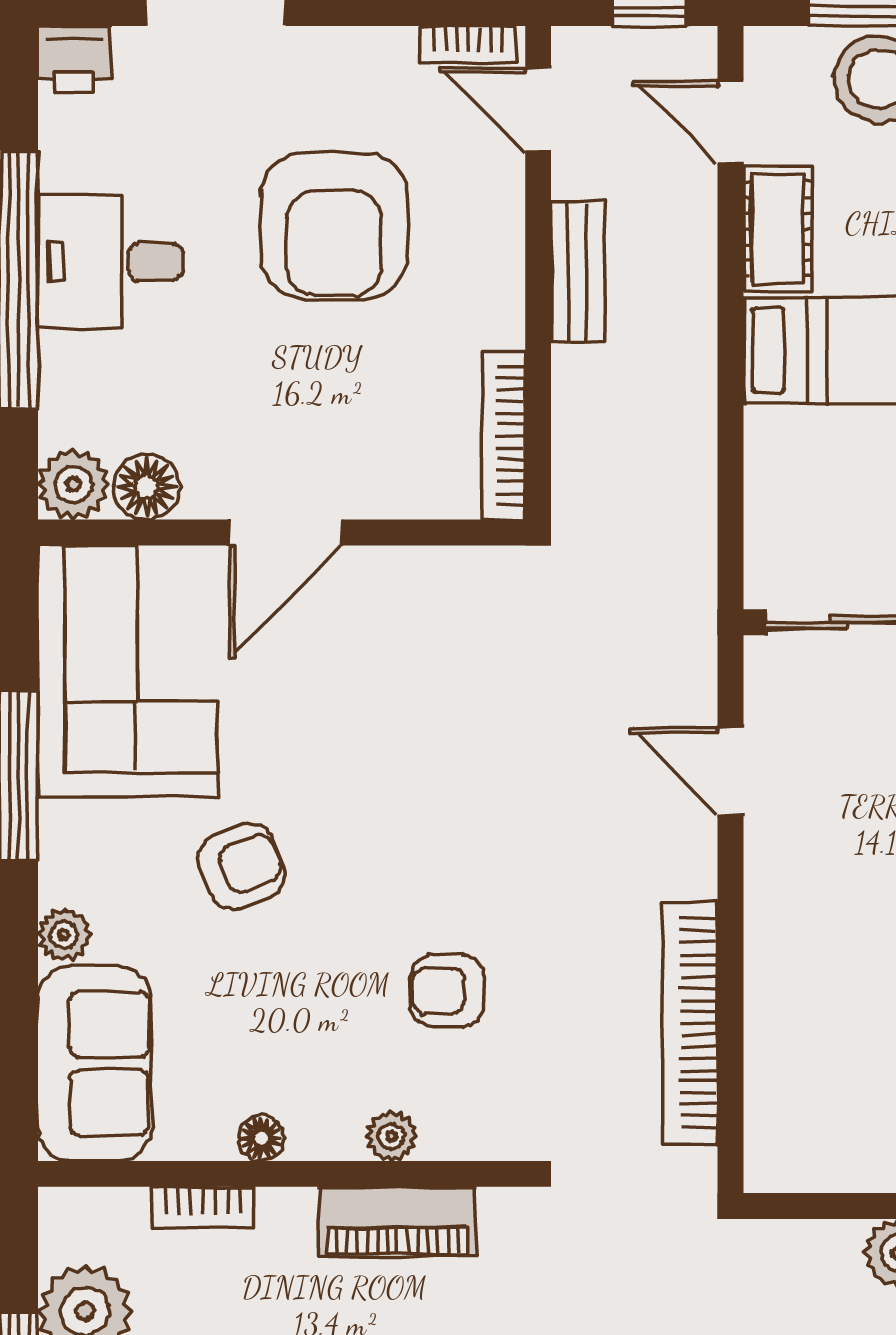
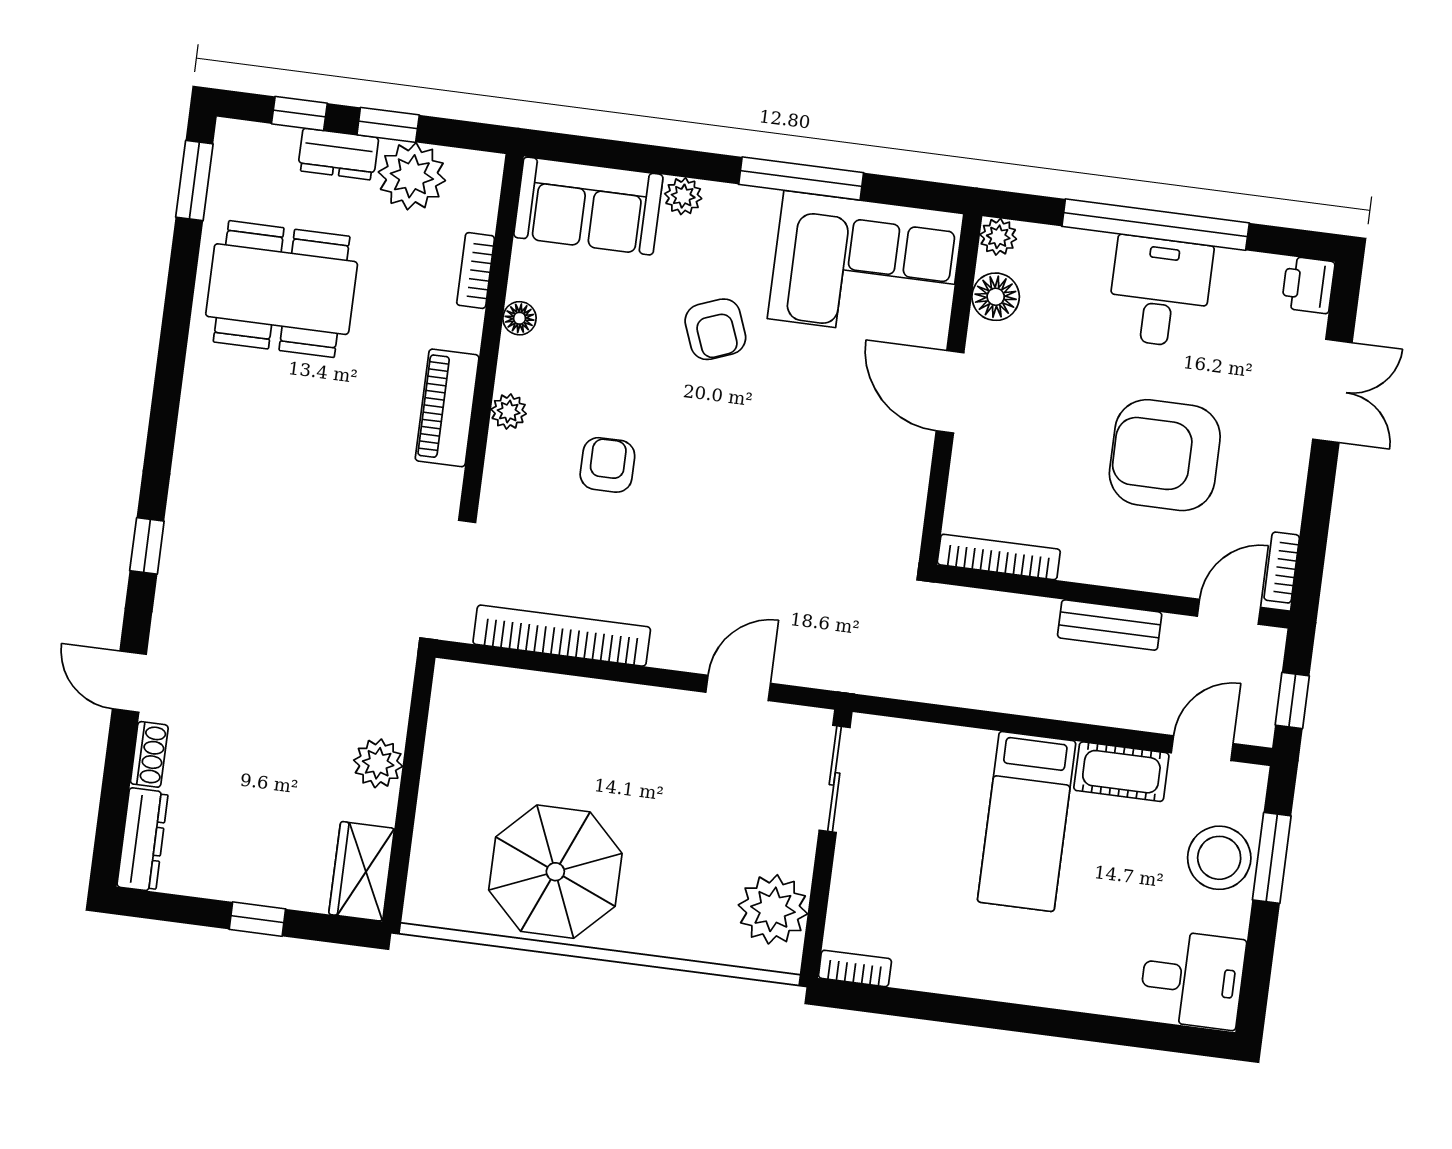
plant: (73, 484) -> (998, 237), width x0.73, depth x0.73

